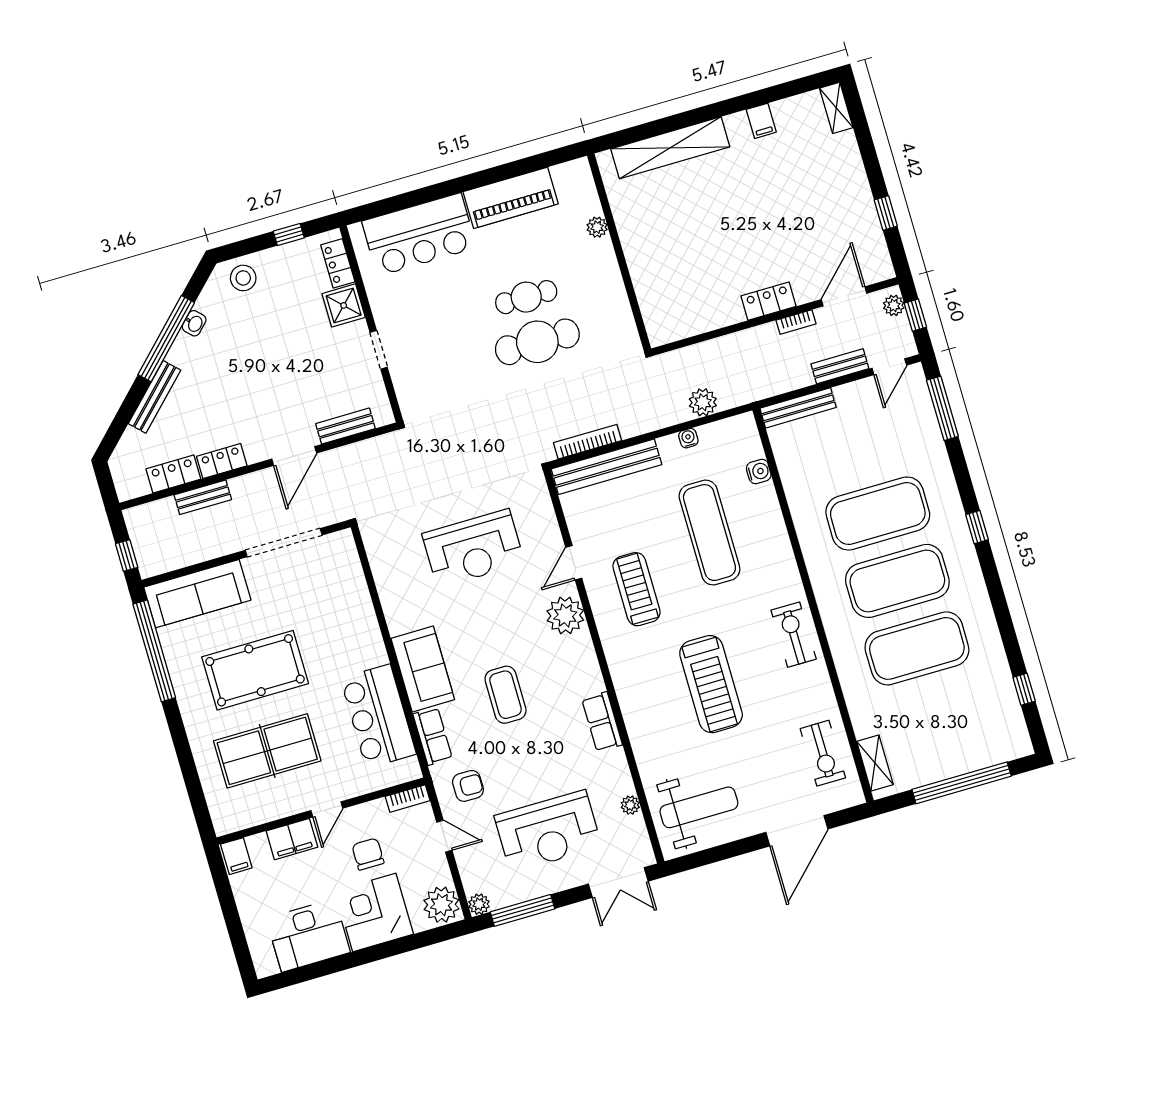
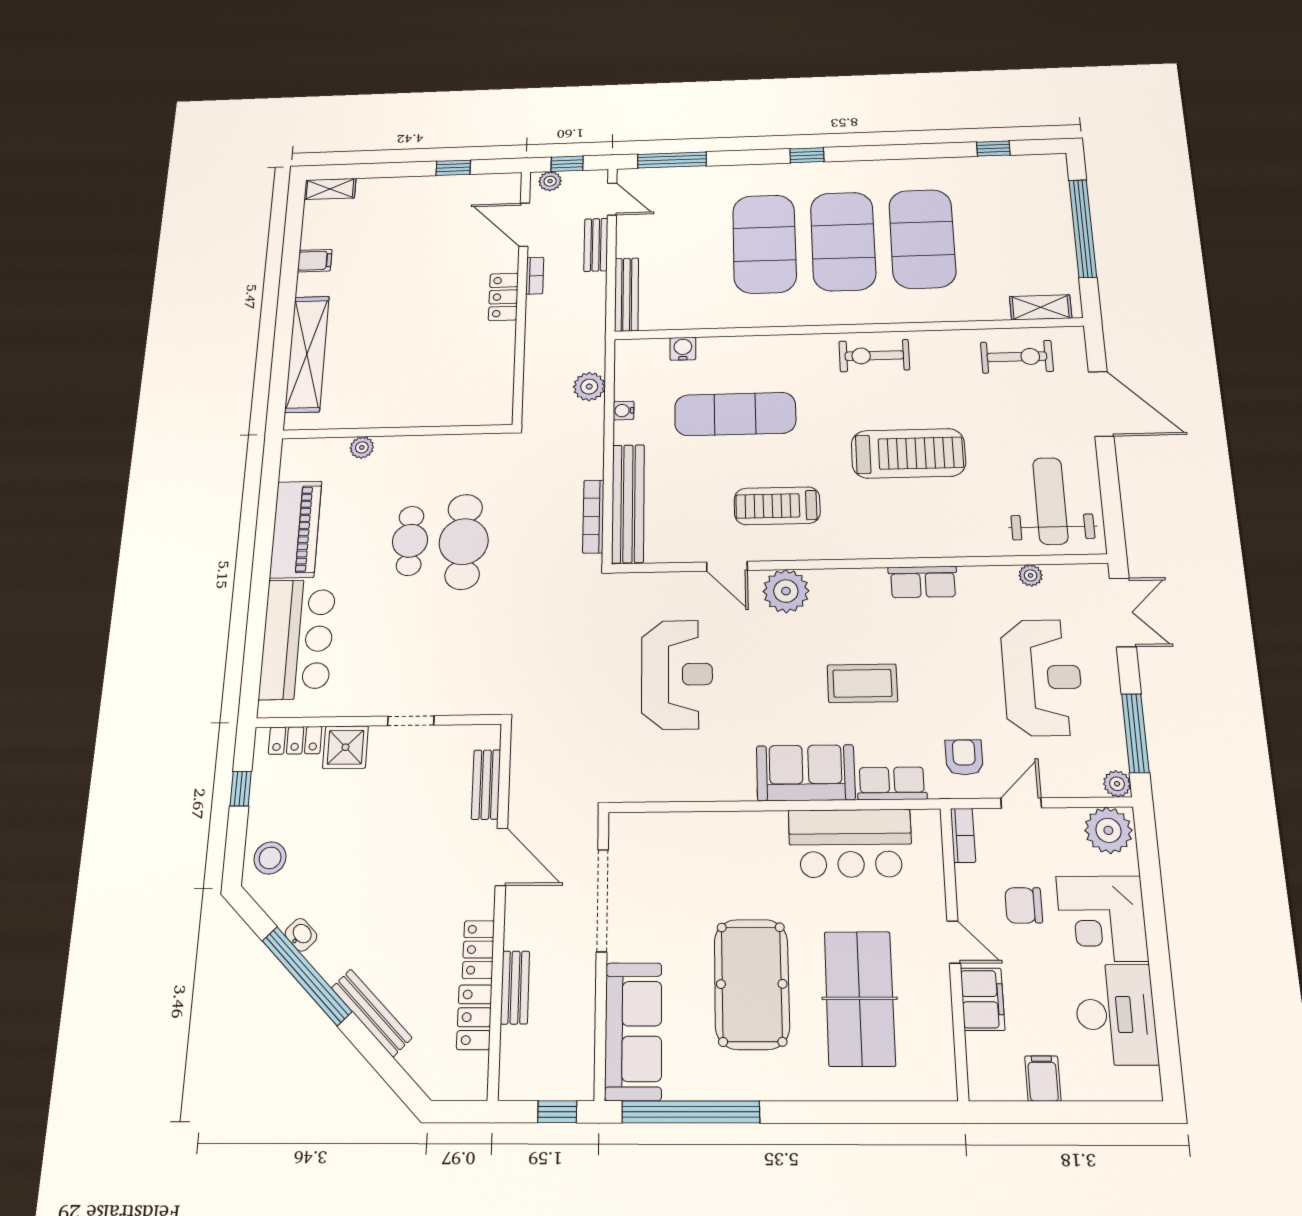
filing cabinet: (236, 856) -> (1043, 1078), moved, turned -90

